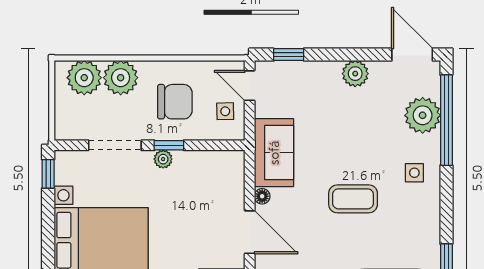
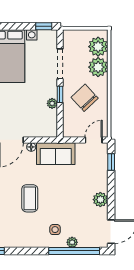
chair: (175, 102) -> (85, 98), turned 137
side table: (225, 111) -> (79, 126), removed
plant: (423, 115) -> (72, 242), width x0.53, depth x0.53
plant: (163, 159) -> (52, 103), moved
side table: (414, 173) -> (55, 230), moved

